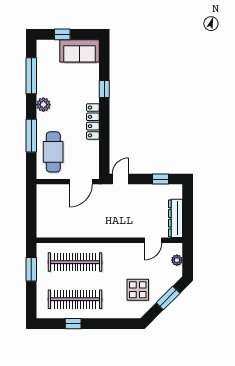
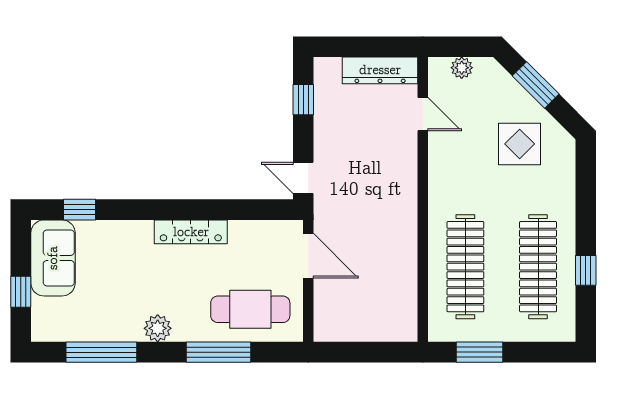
window: (104, 89) -> (80, 210), moved

